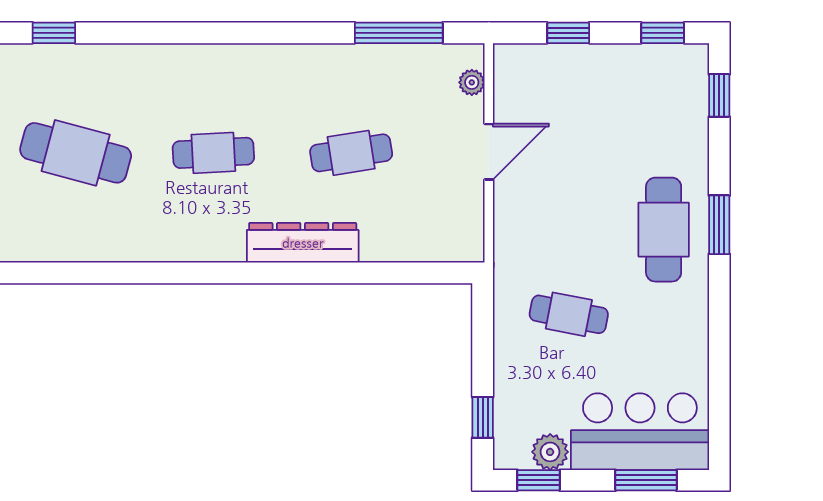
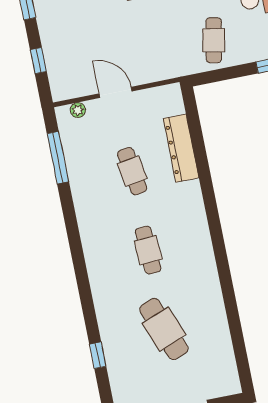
cafe table: (76, 153) -> (164, 329), turned -36
dresser: (303, 243) -> (181, 148), moved
cafe table: (569, 314) -> (214, 40), moved

